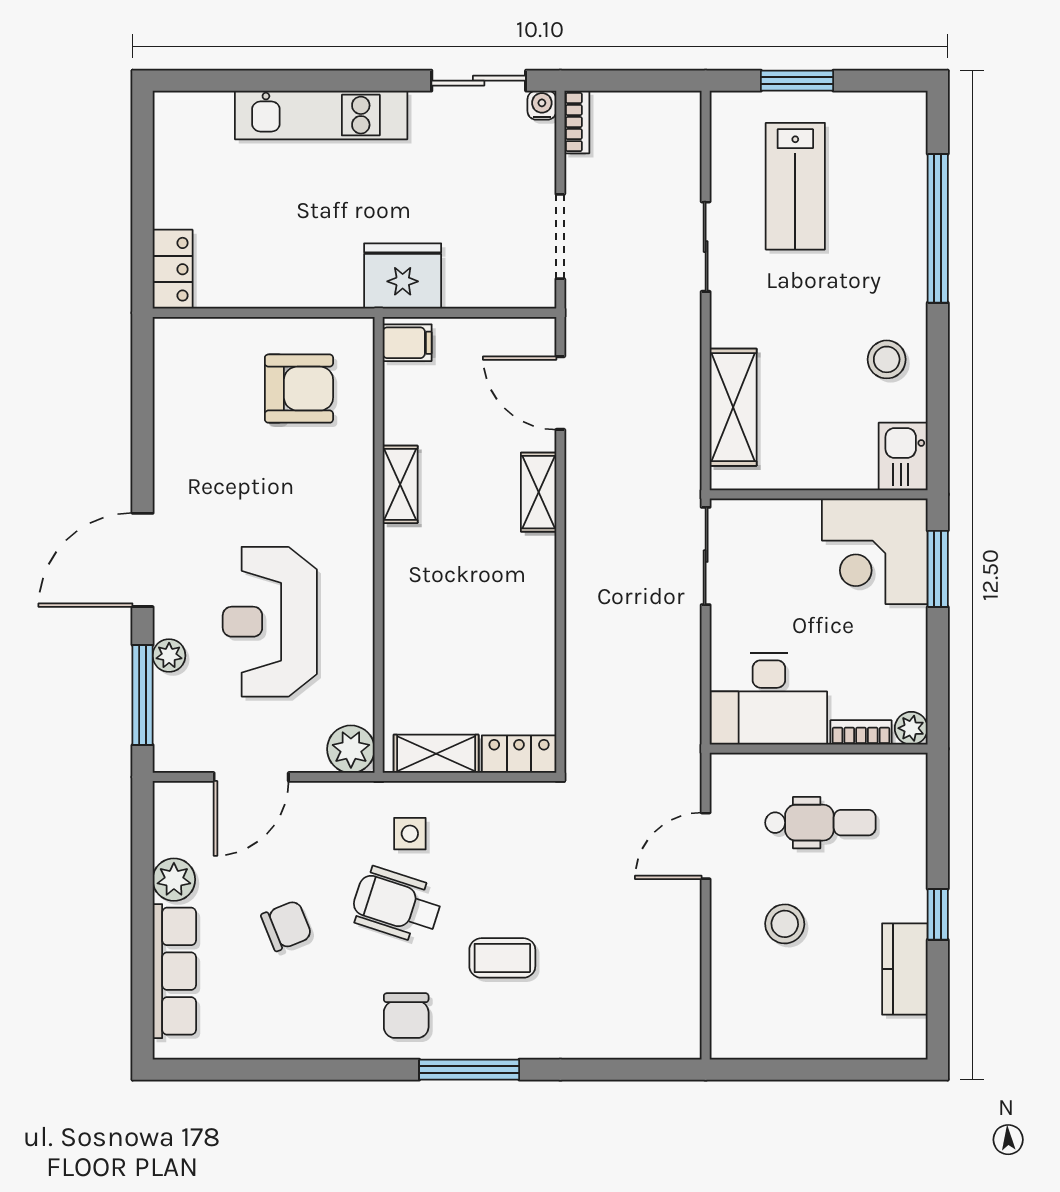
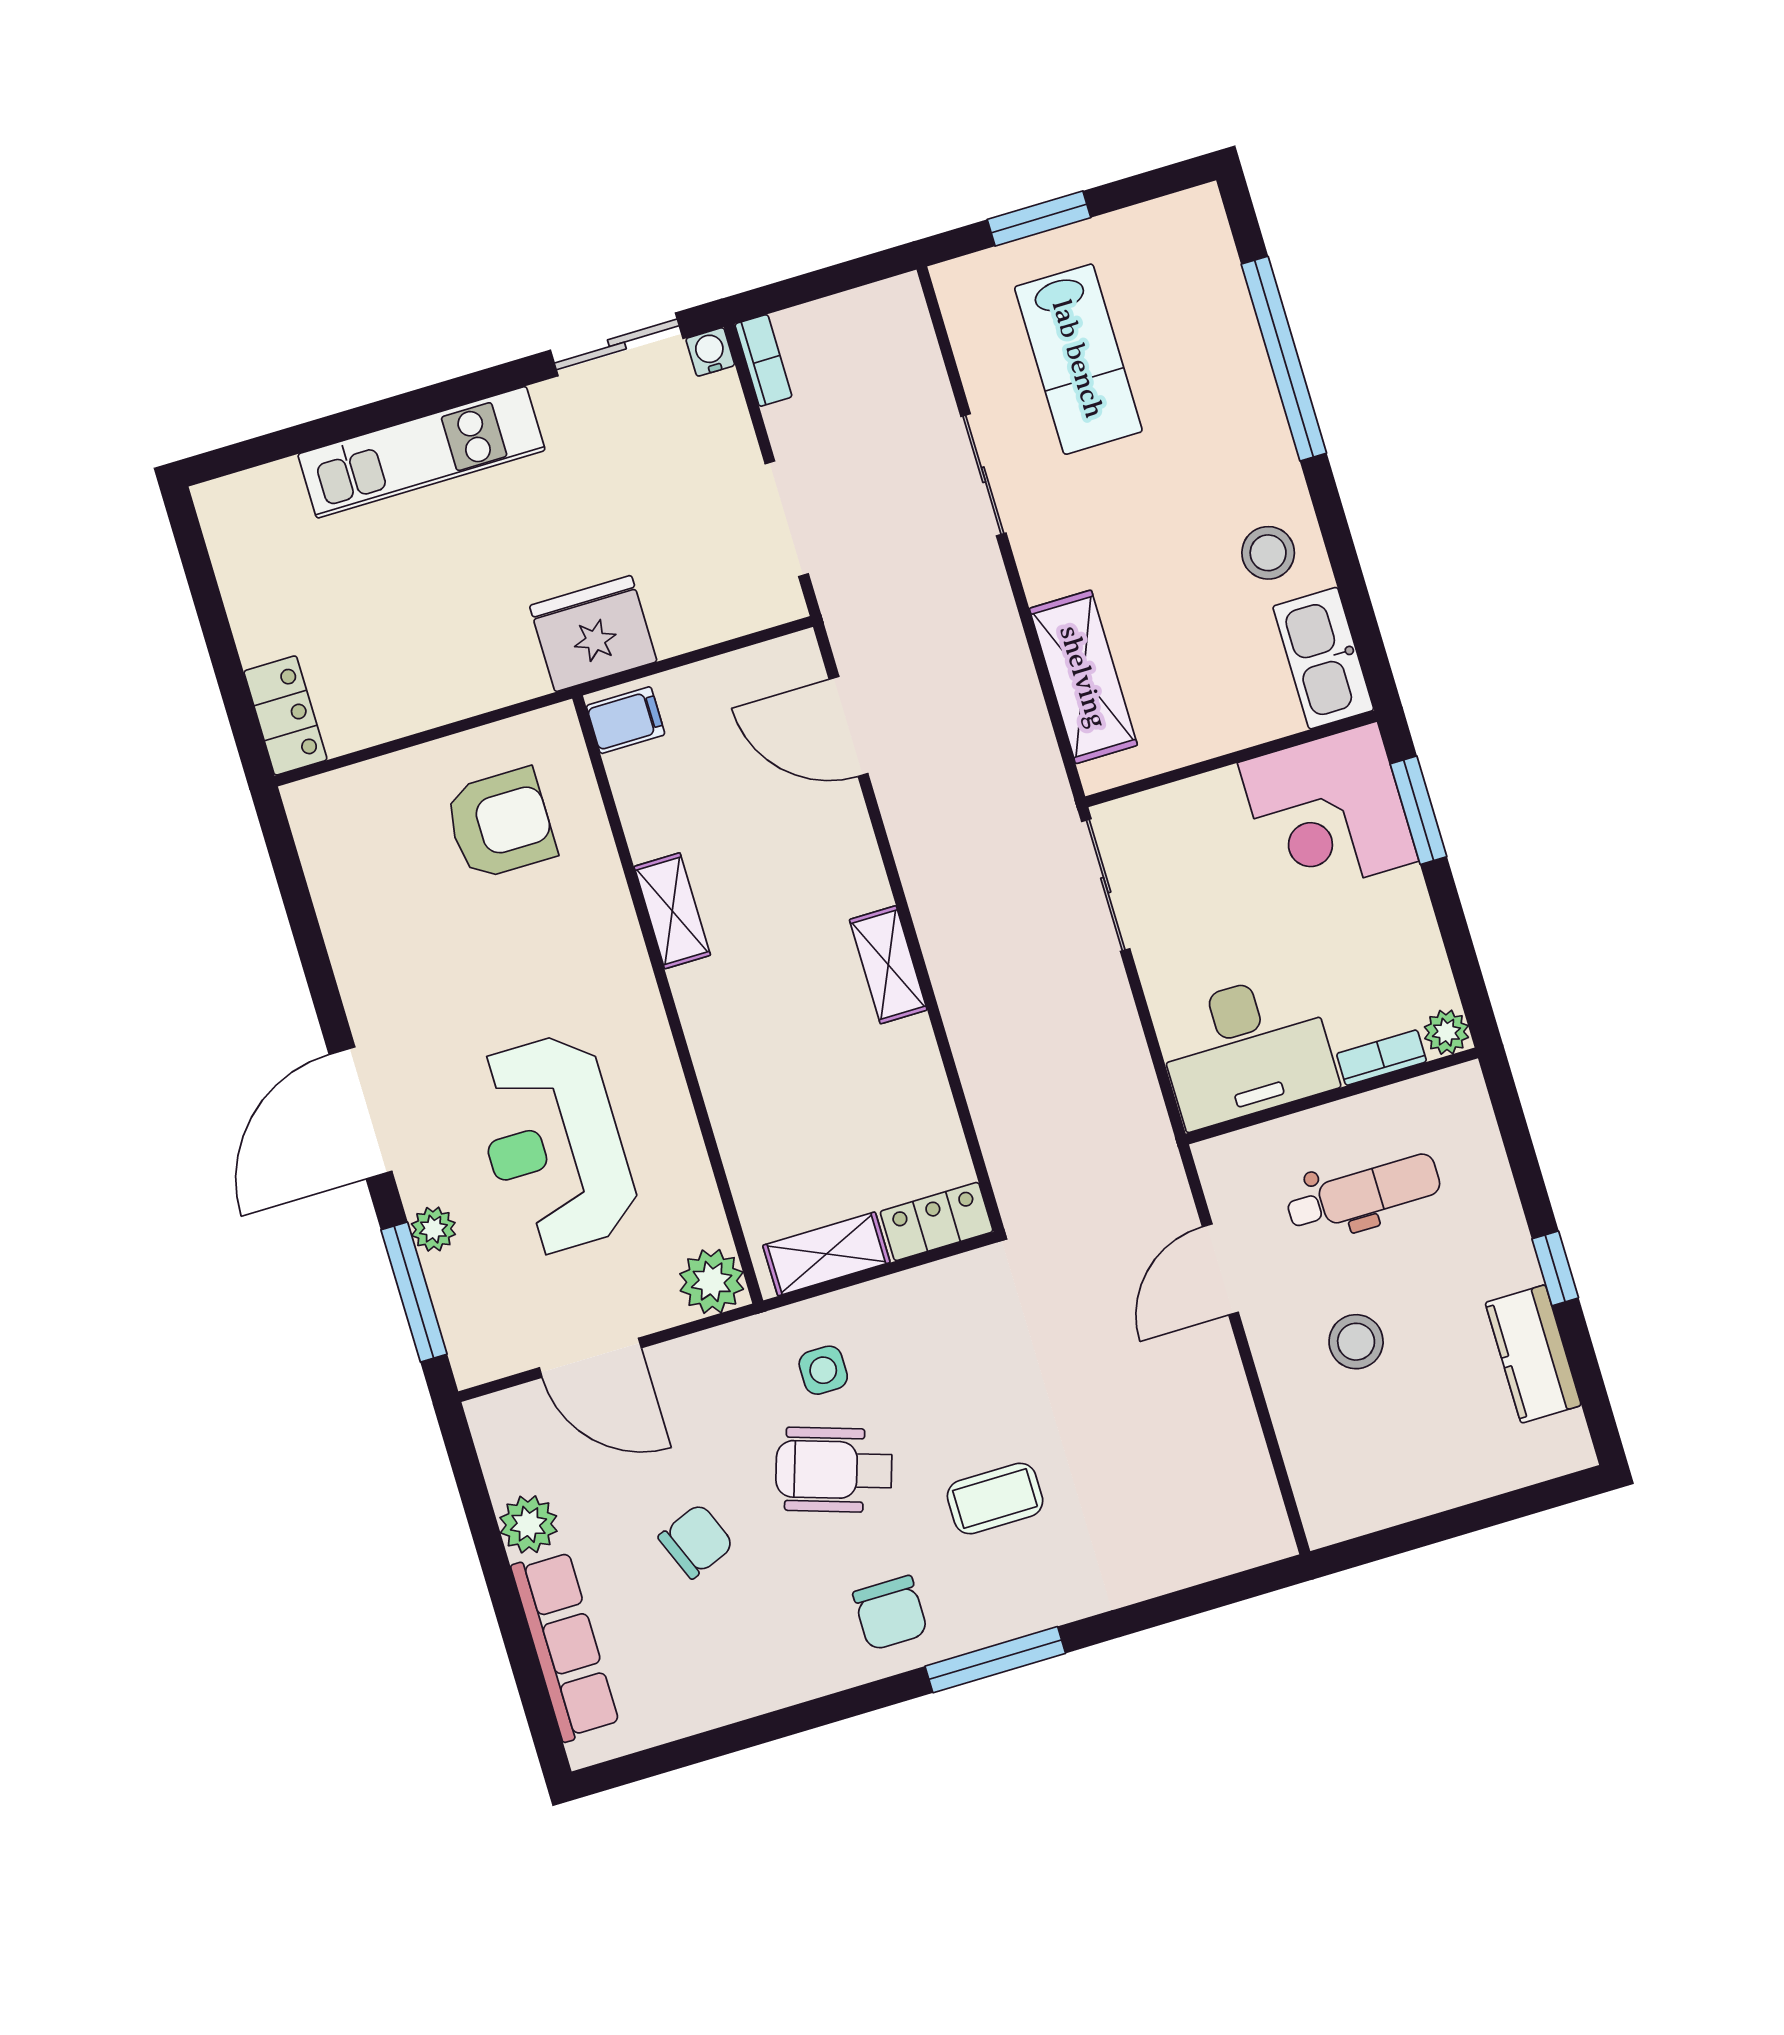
kitchen sink: (903, 457) -> (1323, 658), width x1.38
shelving: (539, 492) -> (888, 965), moved
door: (251, 777) -> (590, 1358), hinge flipped

